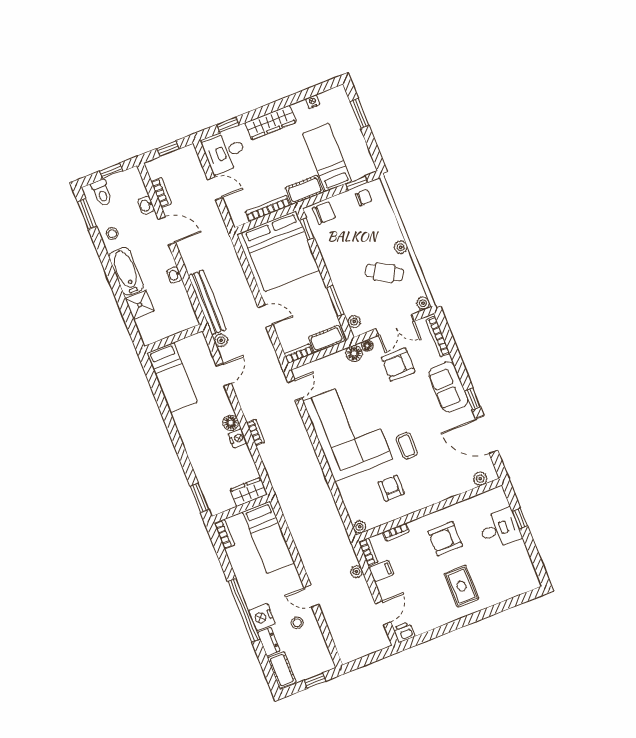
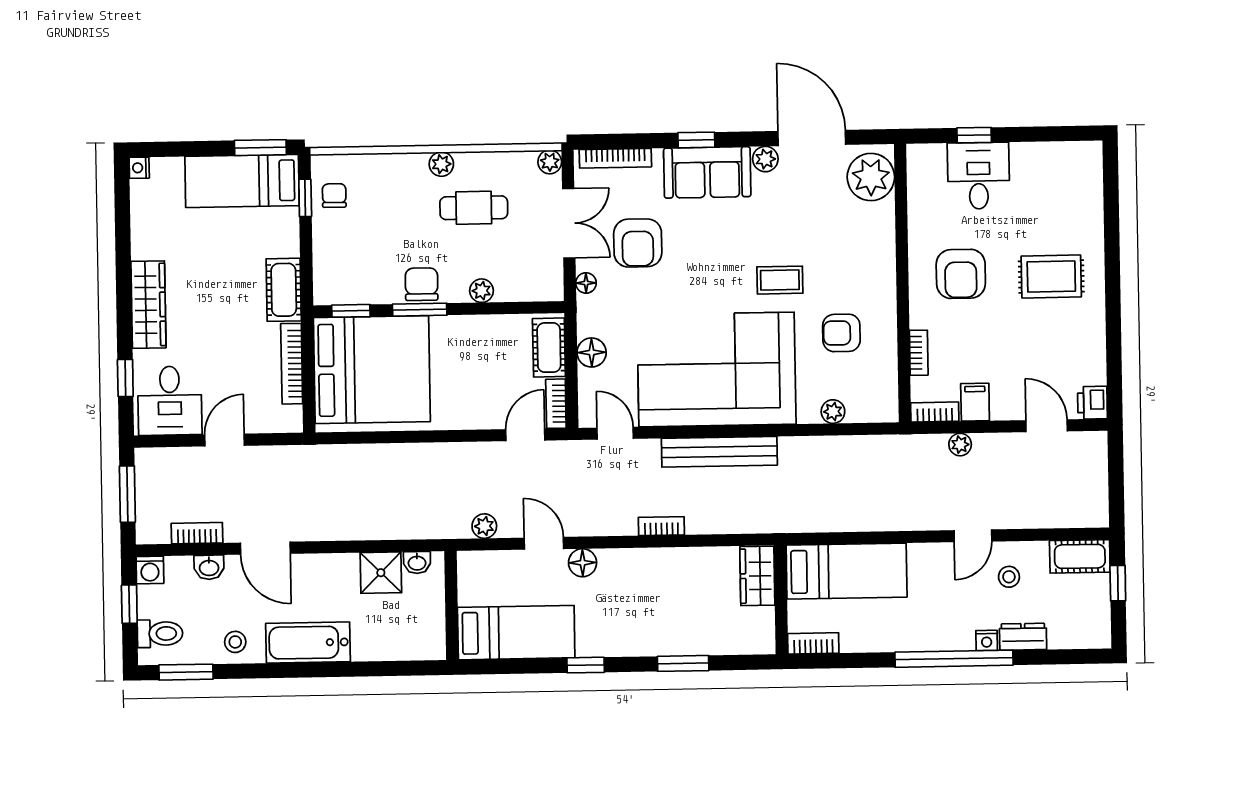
nightstand: (313, 102) -> (139, 168), moved
window: (359, 113) -> (260, 148), moved
window: (168, 149) -> (127, 494), width x1.50
bed: (327, 157) -> (242, 181), moved
washing machine: (133, 175) -> (150, 570), added
chair: (324, 213) -> (422, 284), moved
door: (167, 231) -> (265, 548), swing flipped
cafe table: (384, 273) -> (474, 208), turned 60
washbasin: (174, 275) -> (417, 563), moved
window: (335, 301) -> (420, 310), moved
bench: (207, 302) -> (719, 452), moved
shower: (140, 305) -> (381, 573), moved
door: (266, 316) -> (525, 435), moved
plant: (354, 322) -> (482, 291), moved
floor lamp: (354, 353) -> (592, 352), moved
window: (472, 399) -> (696, 140), moved
plant: (467, 415) -> (765, 159), added
window: (169, 420) -> (586, 665), added
floor lamp: (231, 423) -> (583, 563), moved
door: (487, 435) -> (812, 138), swing flipped
nightstand: (238, 438) -> (660, 560), removed
plant: (480, 479) -> (871, 177), width x1.88, depth x1.88
window: (199, 498) -> (683, 663), moved
plant: (360, 527) -> (833, 412), moved
nightstand: (262, 617) -> (987, 640), width x0.53, depth x0.56
cot: (282, 670) -> (1080, 556), moved

